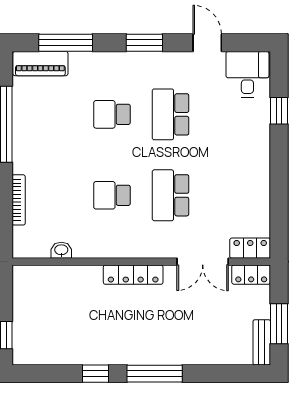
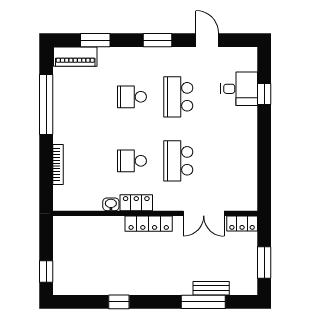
window: (66, 43) -> (95, 40), width x0.69
desk: (247, 74) -> (239, 89), moved, turned 90
locker: (250, 248) -> (136, 203), moved
washbasin: (61, 250) -> (111, 204), moved
bench: (262, 342) -> (211, 288), moved, turned 90
window: (155, 374) -> (203, 302), moved

